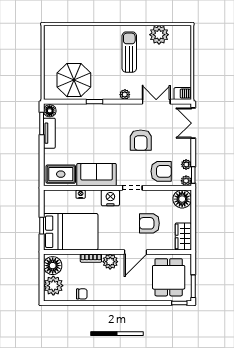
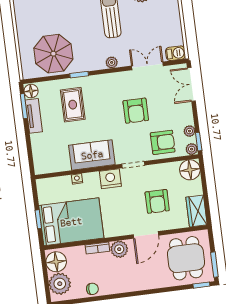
rug: (61, 174) -> (73, 105), moved, turned 90
armchair: (149, 223) -> (157, 201), turned -90

